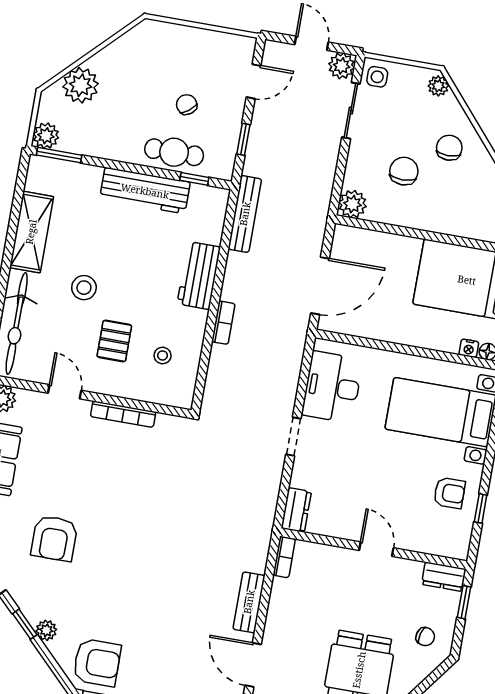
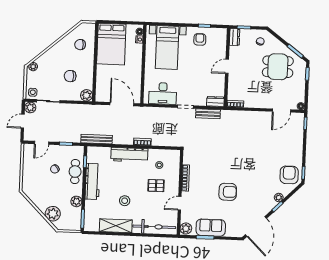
door: (254, 81) -> (42, 143), swing flipped
plant: (46, 136) -> (76, 201), moved
chair: (449, 148) -> (80, 45), moved
workbench: (199, 275) -> (129, 155), width x1.38
stool: (84, 288) -> (125, 201), moved
armchair: (54, 538) -> (228, 192), moved
bench: (249, 602) -> (208, 114), moved

